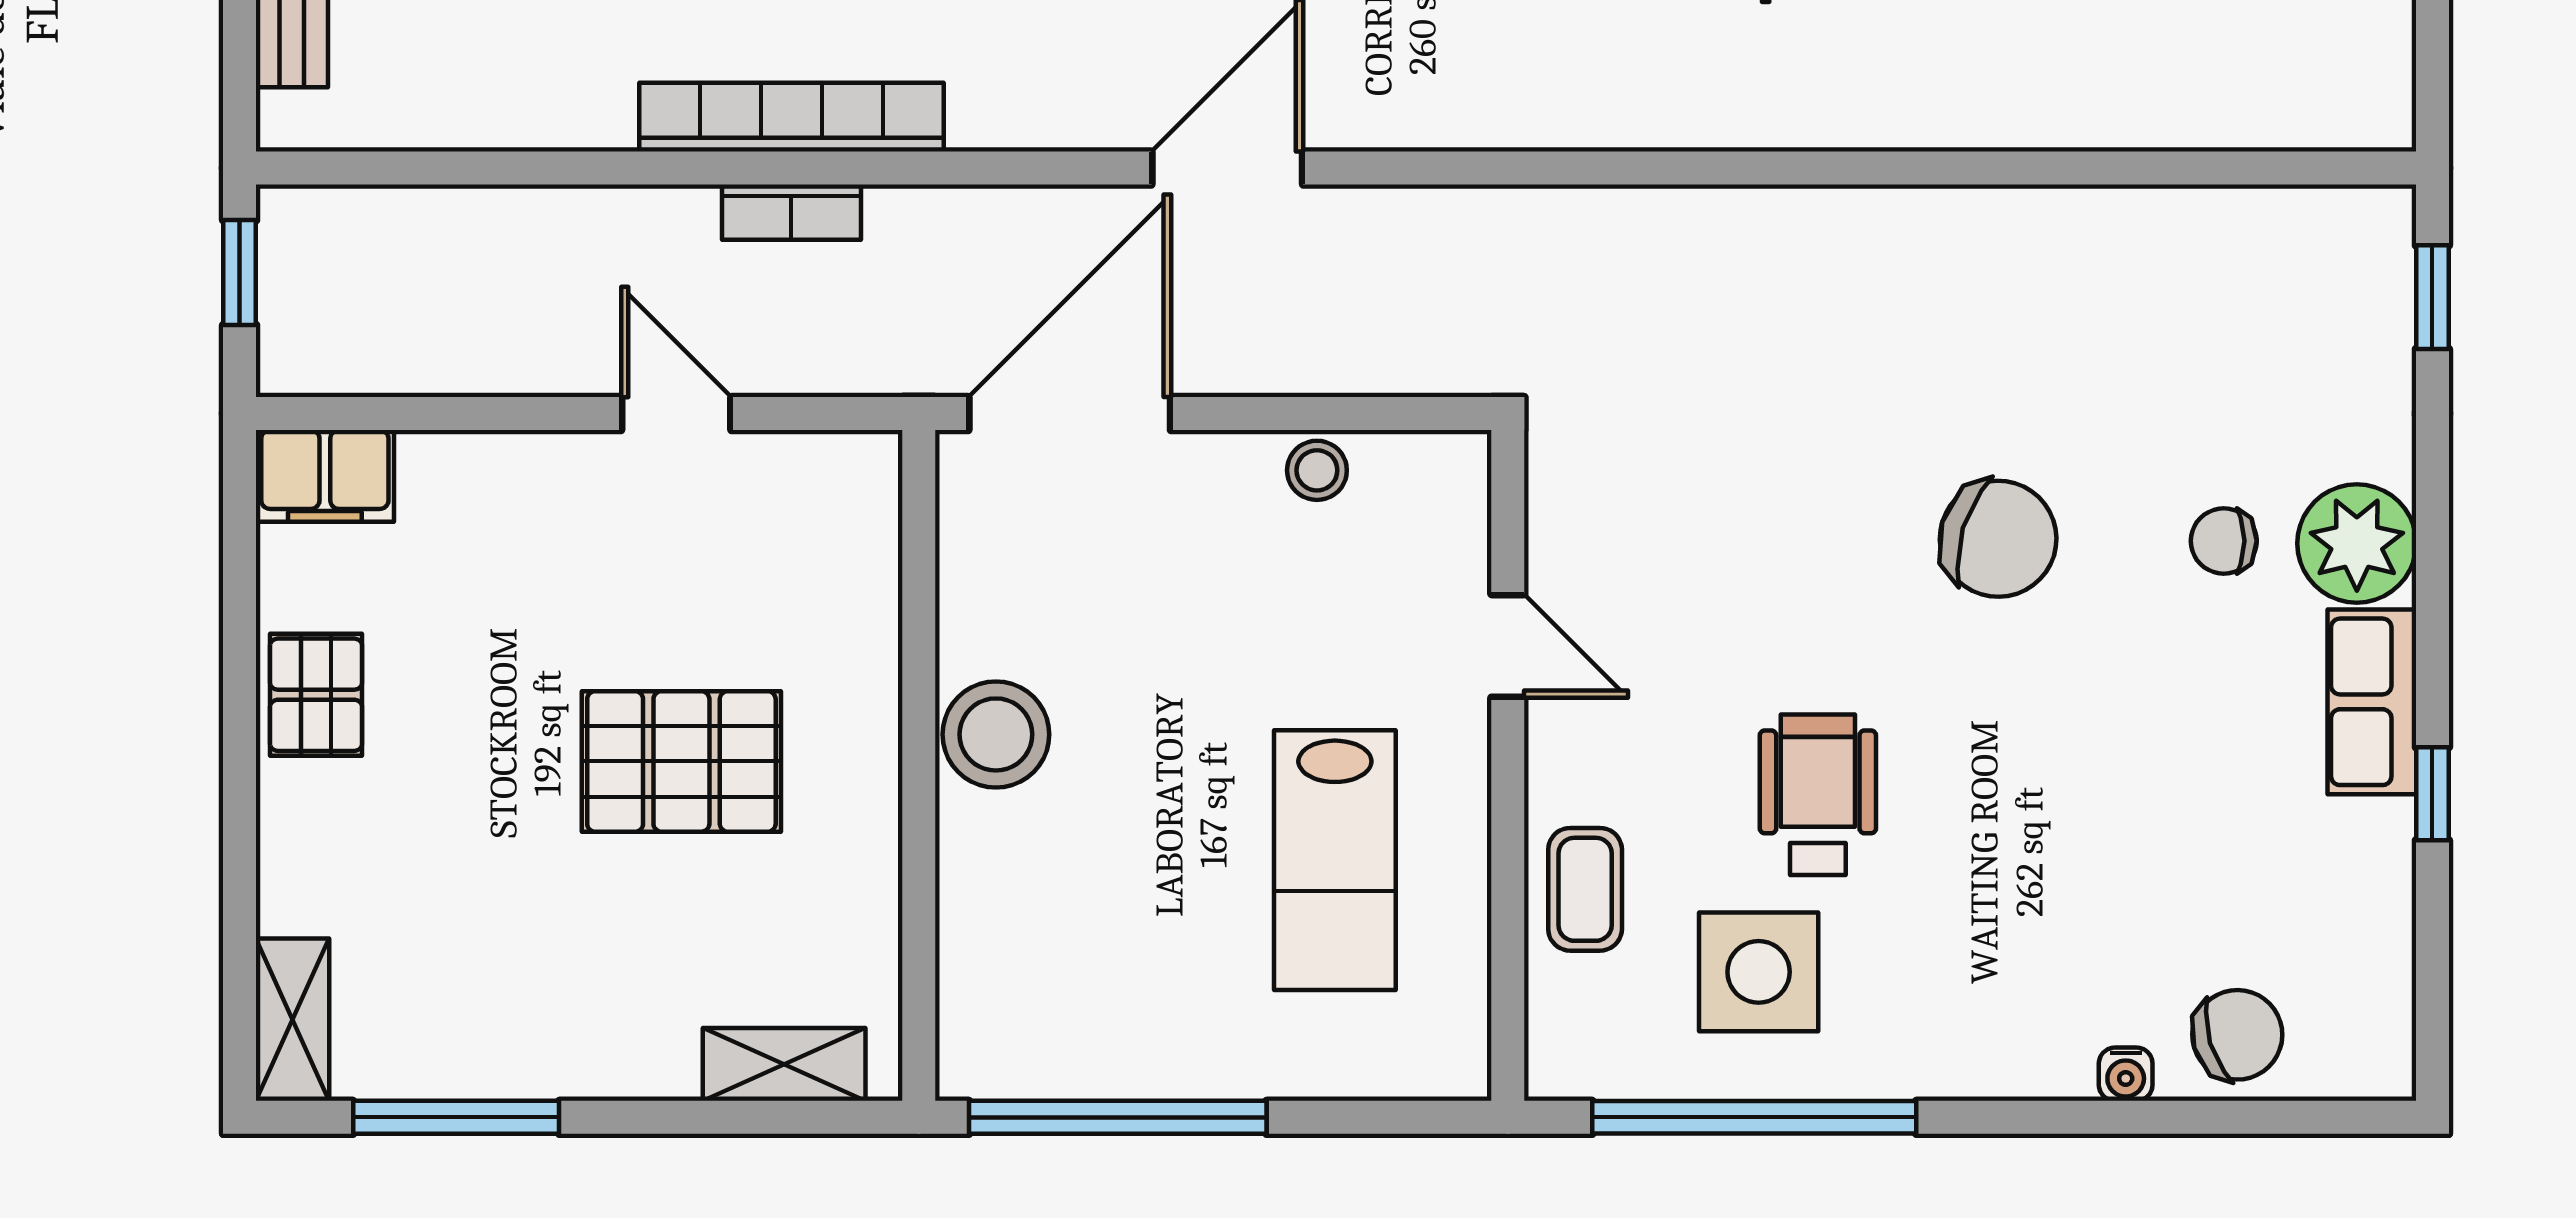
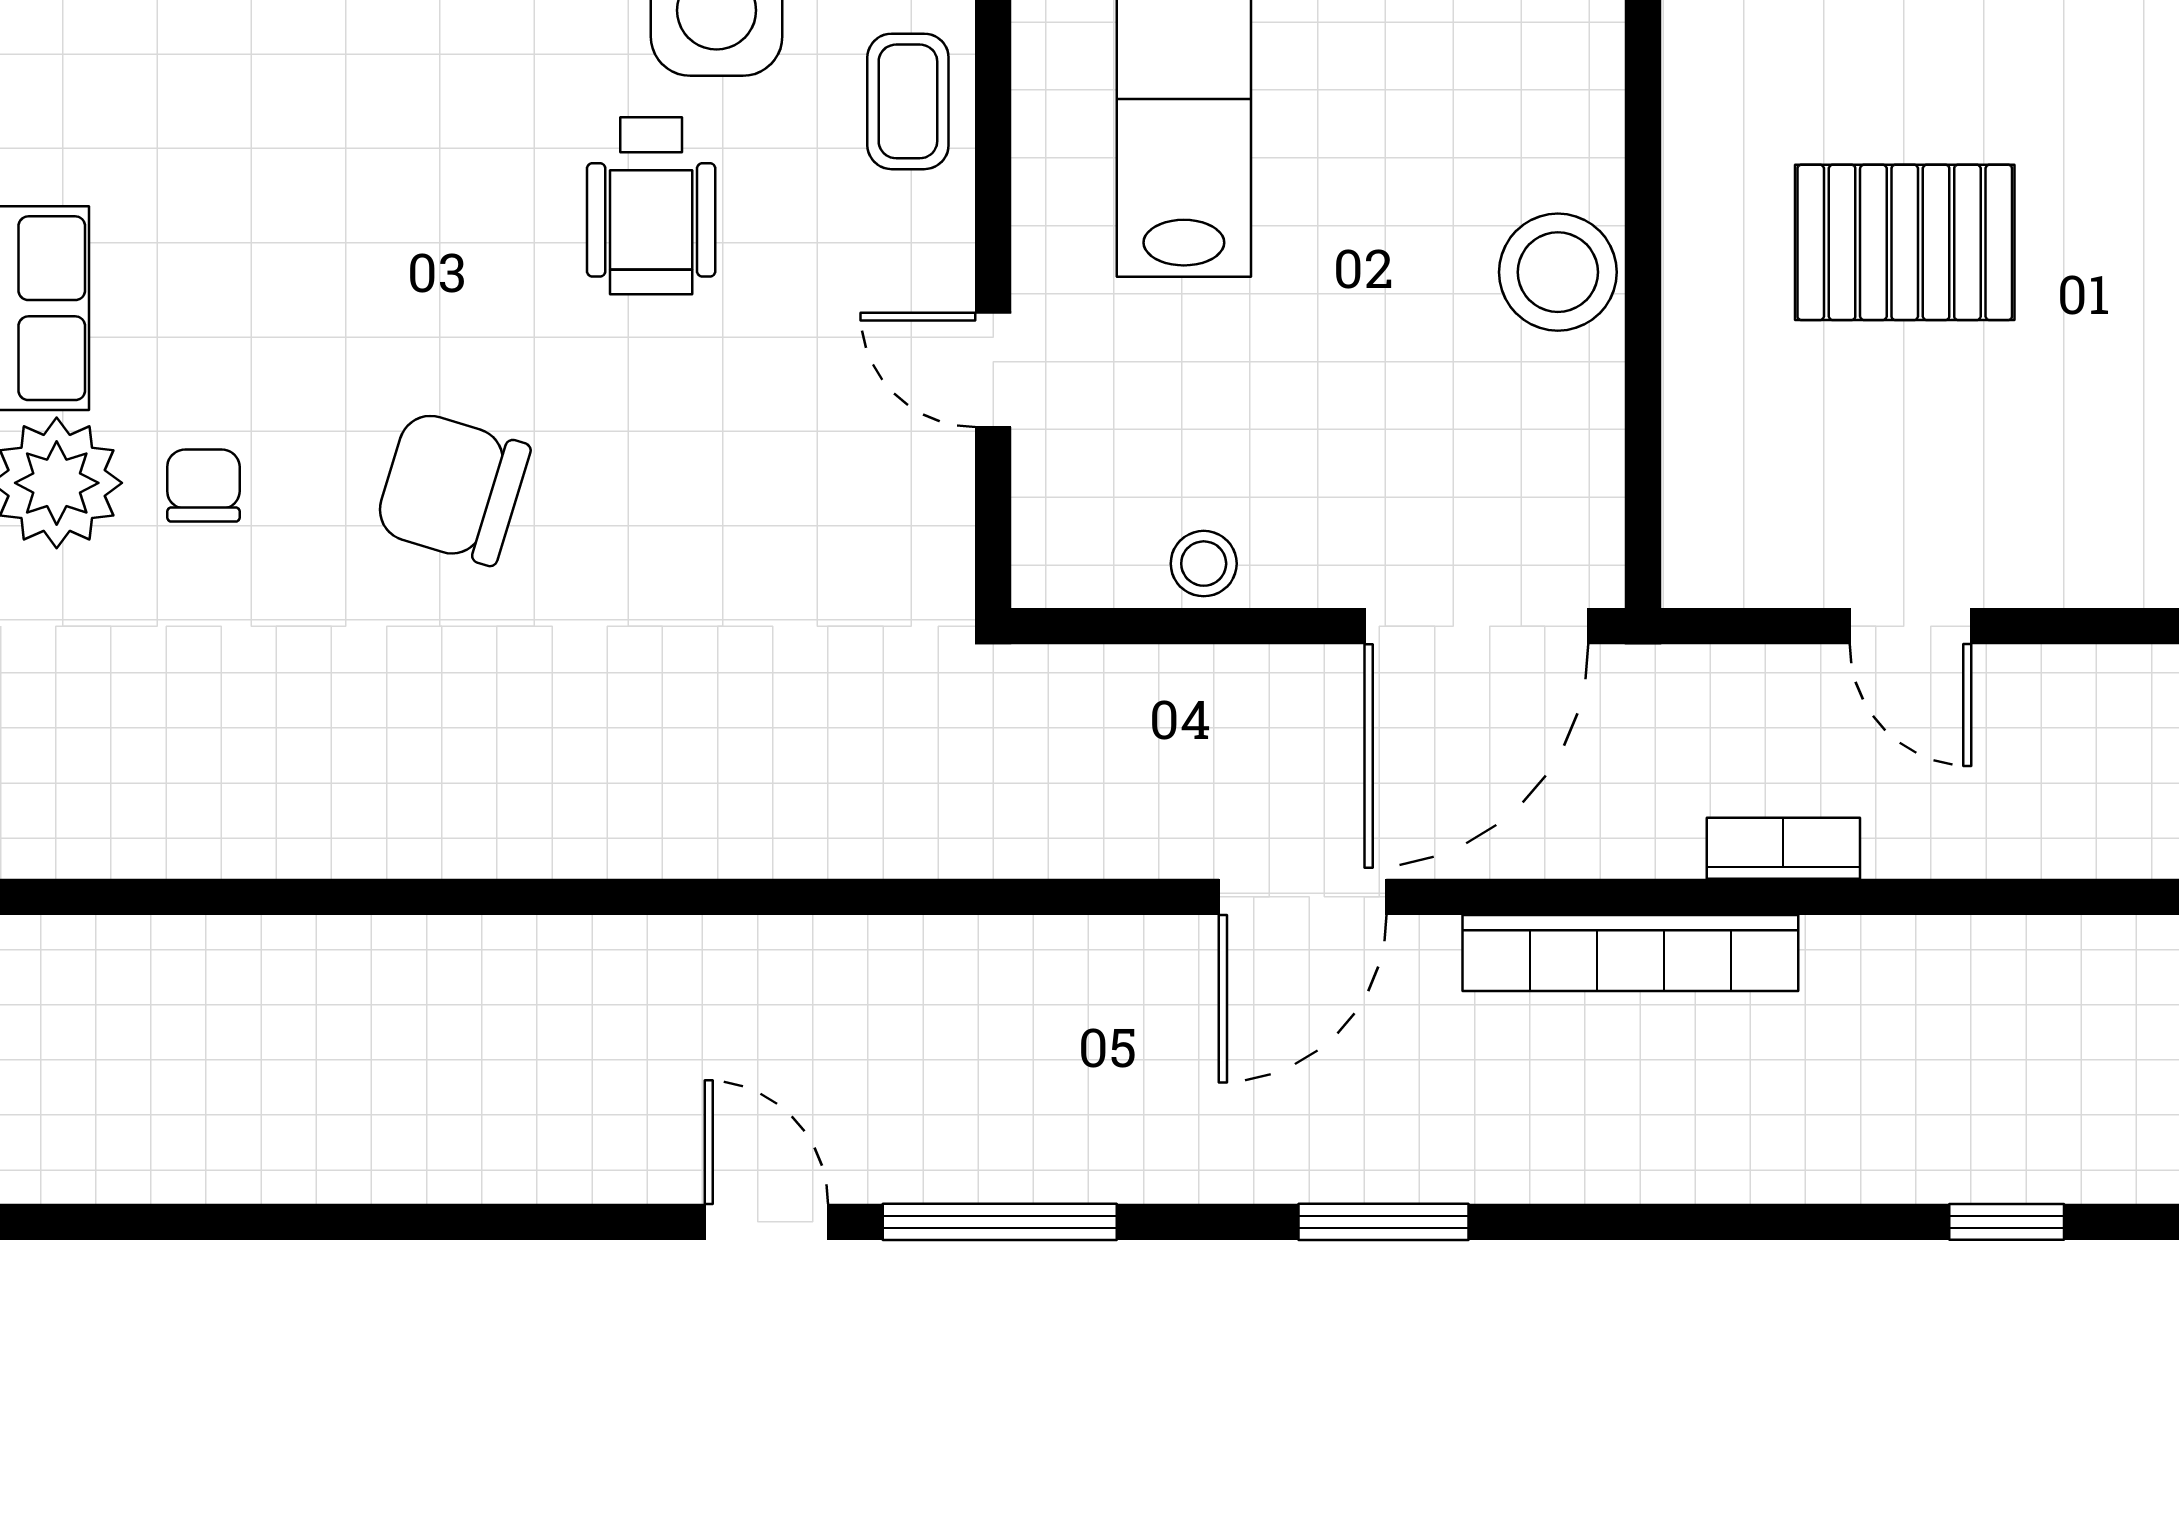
bookcase: (791, 117) -> (1630, 953), moved
chair: (2224, 541) -> (203, 486), turned -90

